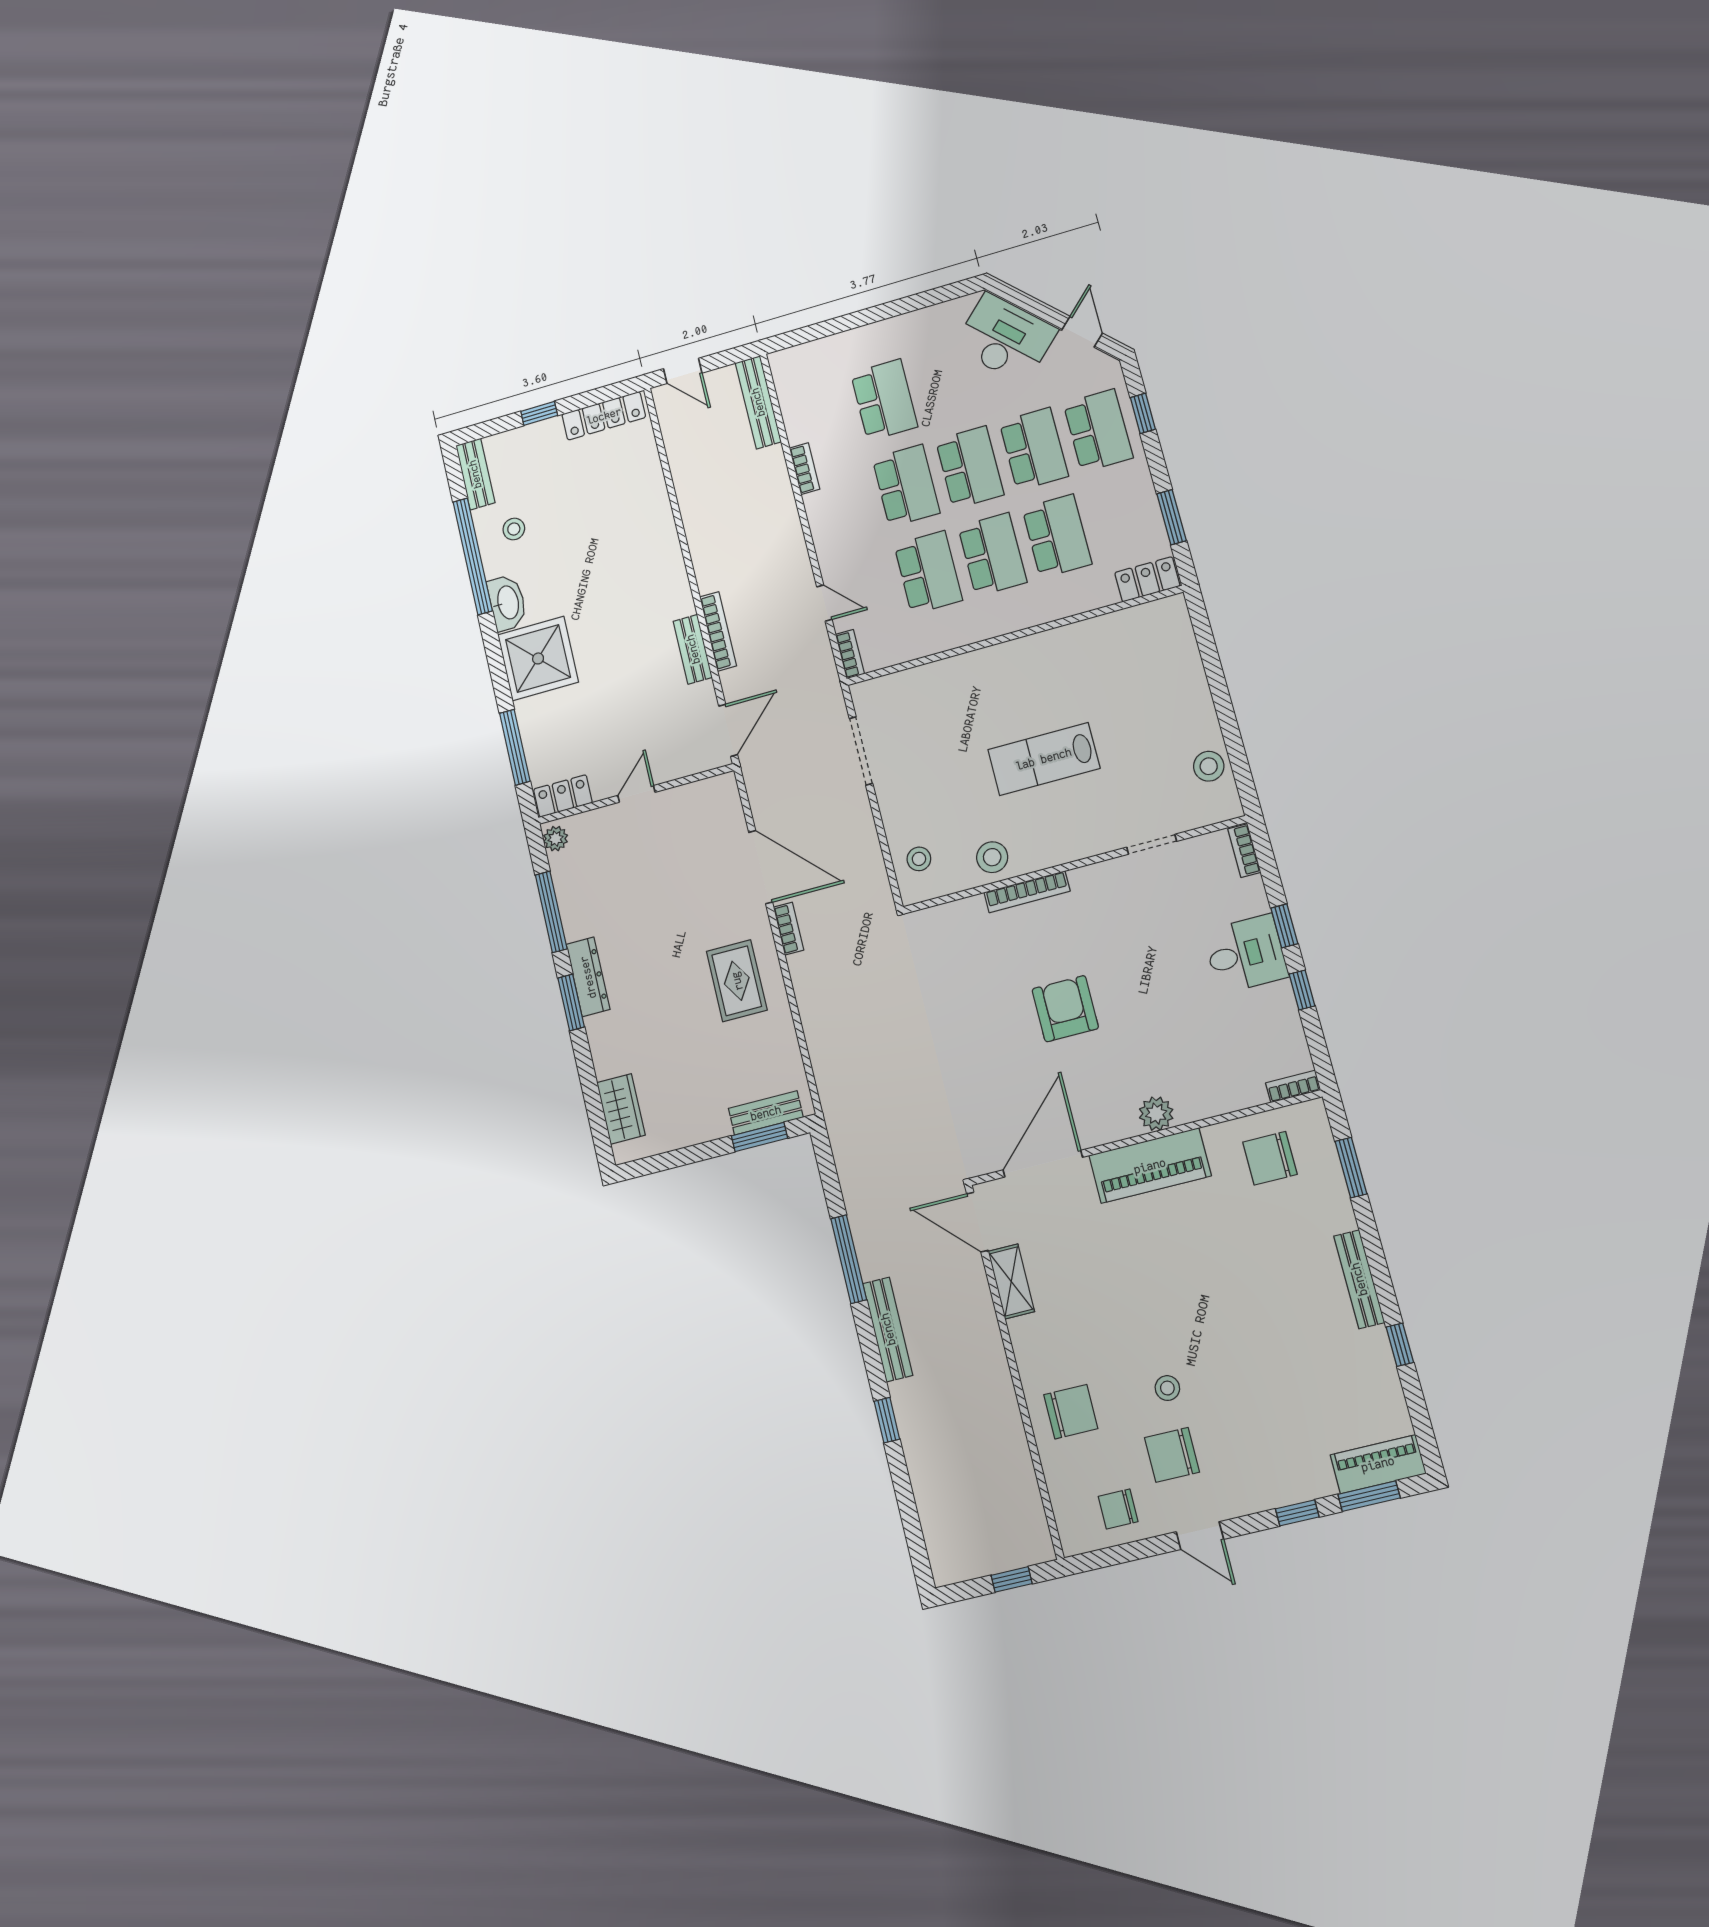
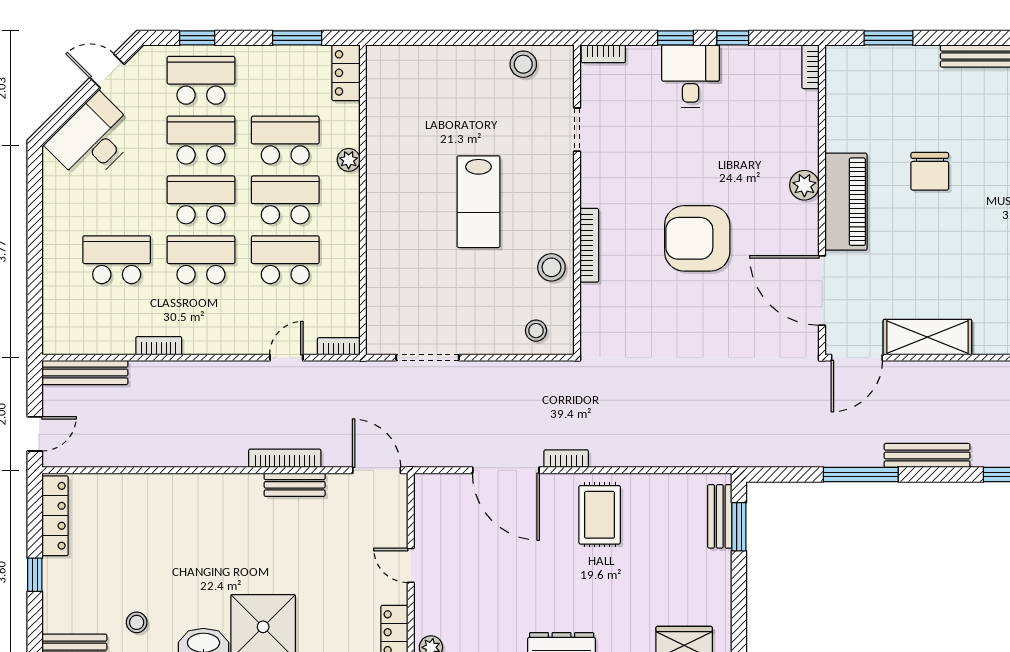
plant: (1053, 609) -> (349, 160), added
door: (761, 867) -> (506, 470), swing flipped
rug: (737, 981) -> (600, 515), turned 90
armchair: (1065, 1009) -> (697, 238), width x1.36, depth x1.36
chair: (1270, 1158) -> (930, 171), moved
shelving: (1011, 1281) -> (927, 337), width x1.50, depth x1.33

